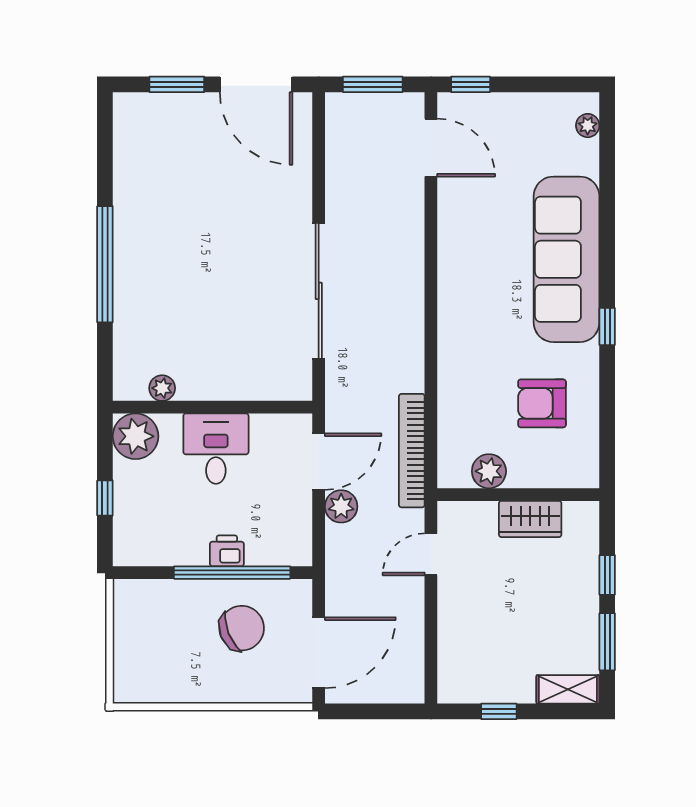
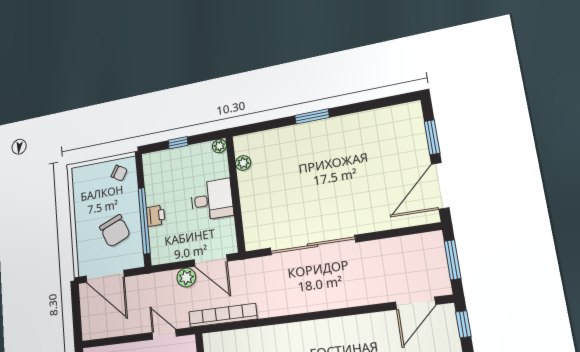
window: (105, 264) -> (312, 116), width x0.47
plant: (136, 436) -> (219, 146), width x0.53, depth x0.53
chair: (139, 611) -> (119, 173), added

